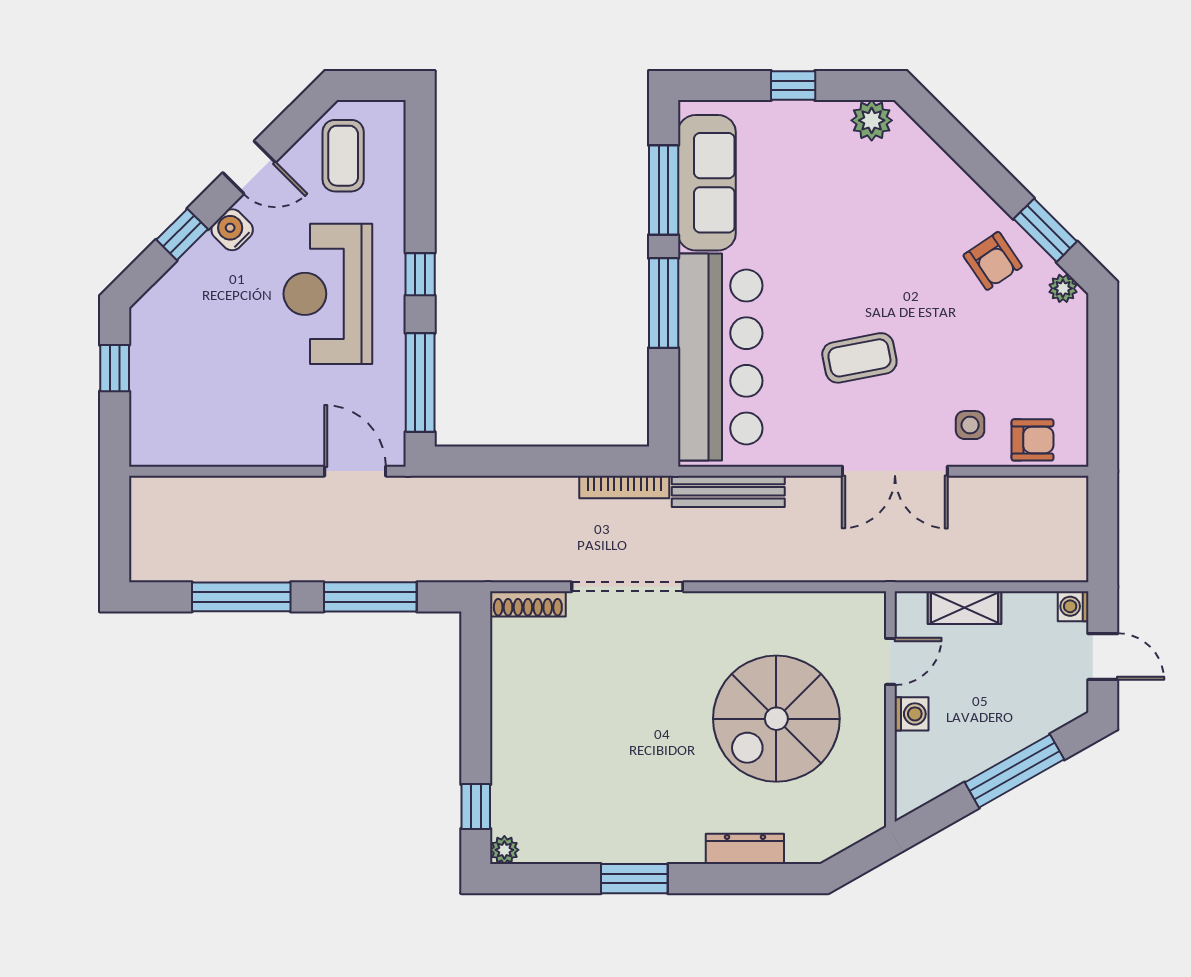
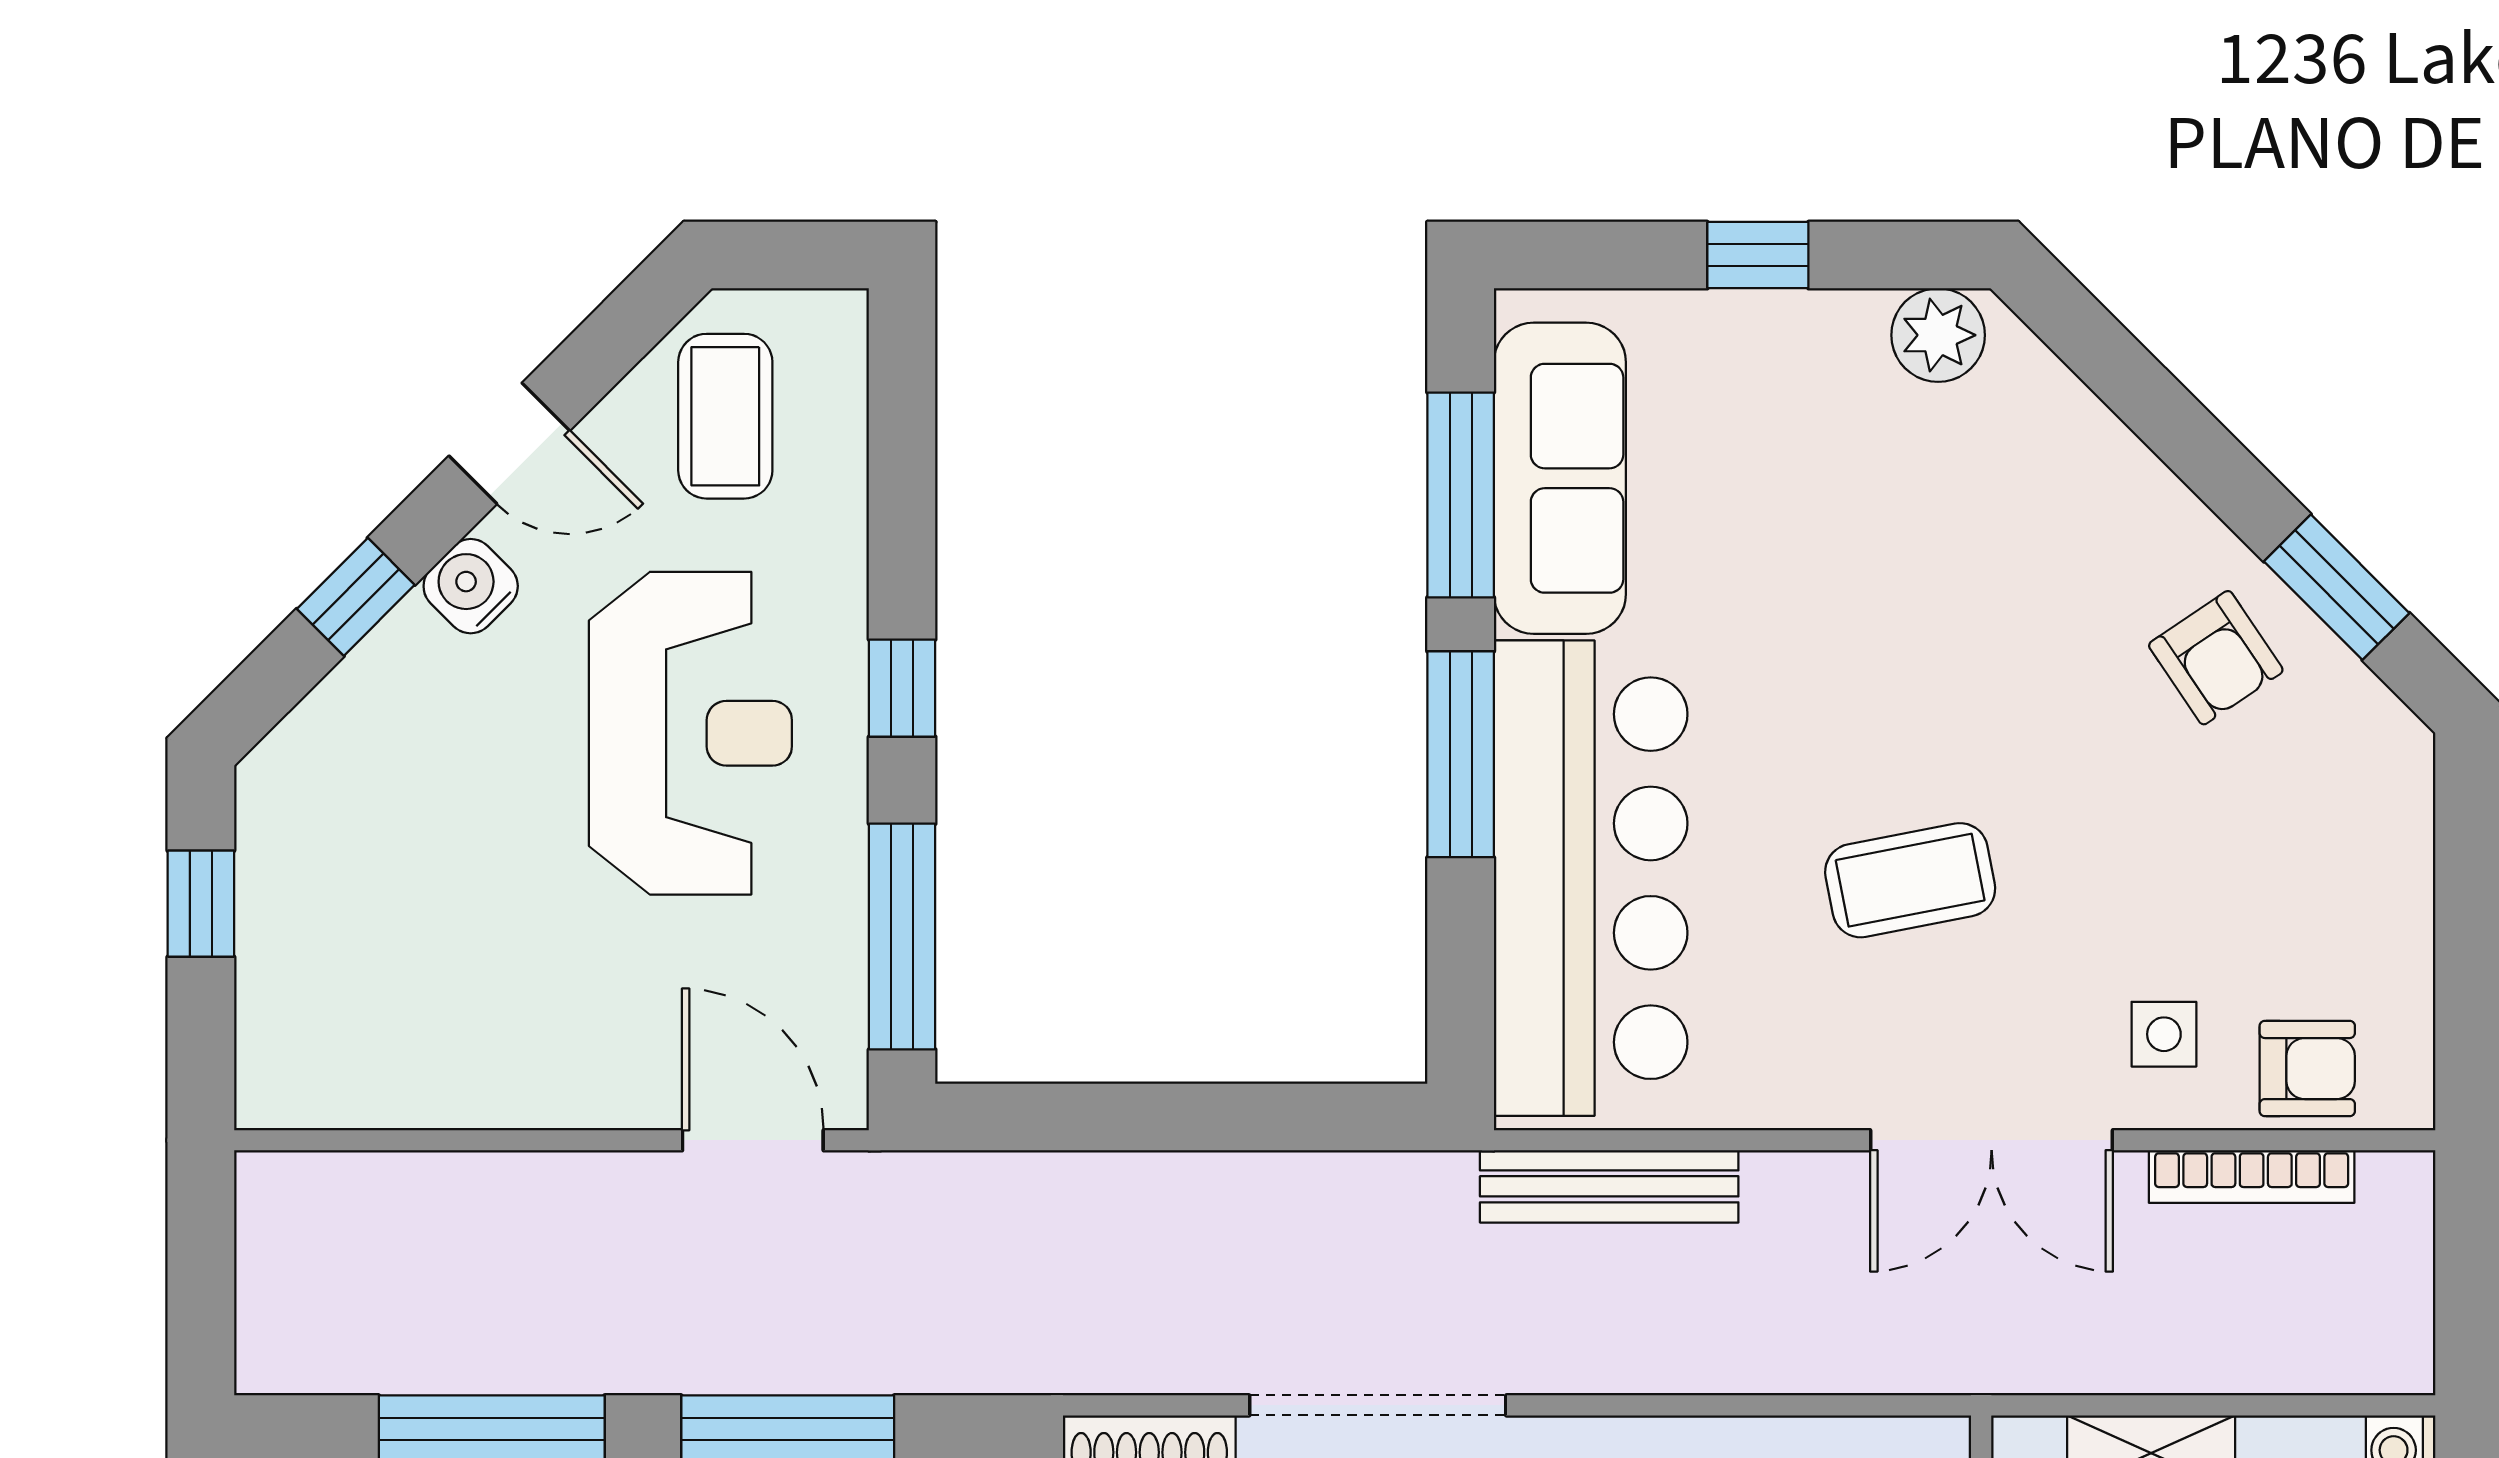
plant: (1063, 288) -> (2377, 721), removed
reception desk: (328, 294) -> (690, 733), turned 180
bookcase: (624, 487) -> (2252, 1176), moved

